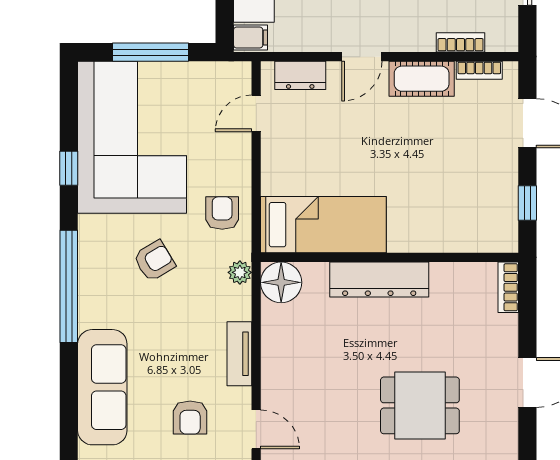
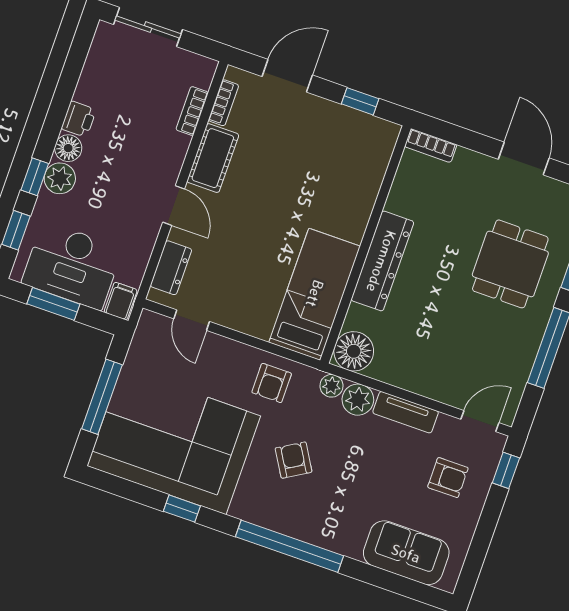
armchair: (222, 213) -> (272, 383), turned -90
plant: (235, 303) -> (358, 400), added
sofa: (102, 387) -> (406, 553), width x0.73

